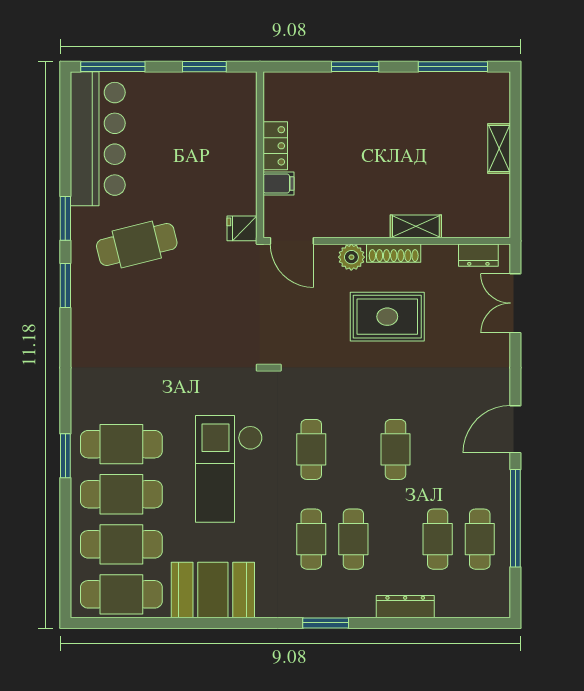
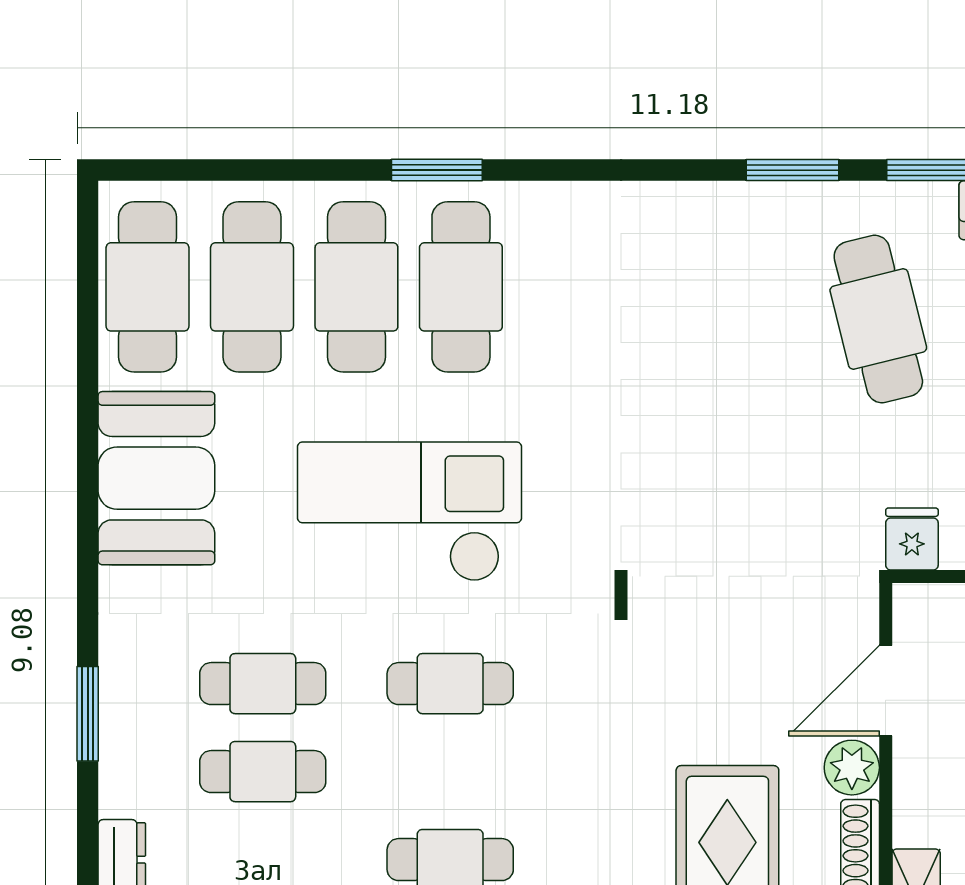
door: (292, 241) -> (886, 691), moved

